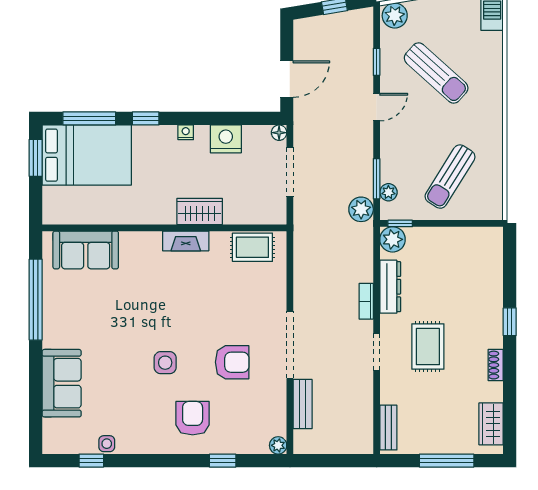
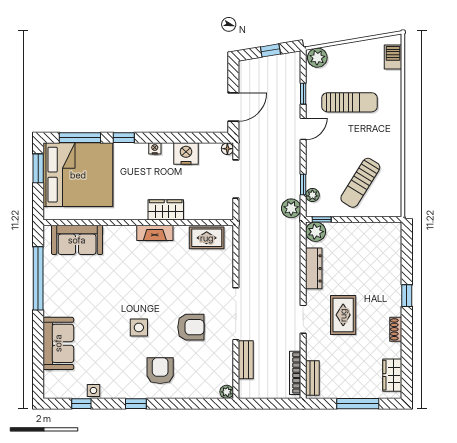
sun lounger: (436, 73) -> (349, 102), turned -42
bed: (87, 155) -> (78, 175), width x1.36
window: (377, 179) -> (303, 184), width x0.67
bookcase: (366, 301) -> (295, 373), moved, width x1.56
window: (223, 461) -> (136, 404), moved

